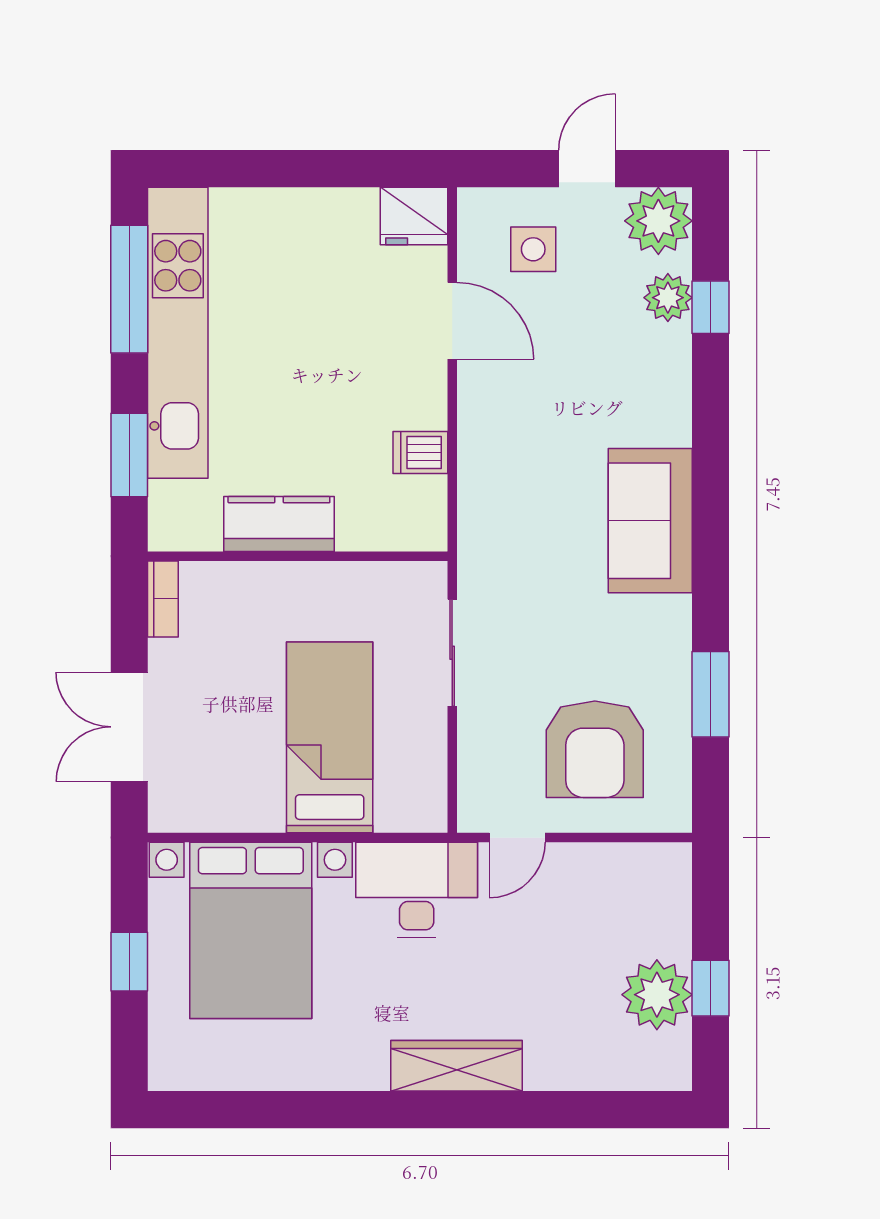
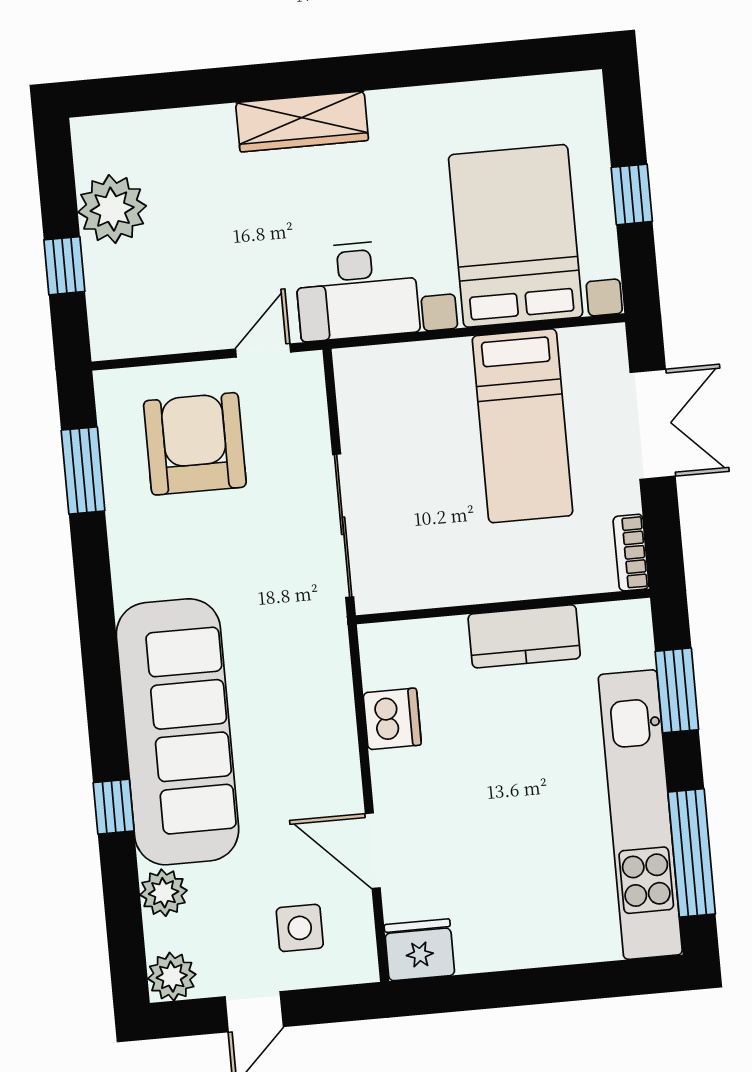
plant: (658, 221) -> (172, 977), width x0.73, depth x0.73
window: (710, 307) -> (114, 807), moved
dishwasher: (420, 452) -> (392, 719), width x1.38
sofa: (650, 521) -> (177, 732), width x1.85, depth x1.27
sliding door: (452, 653) -> (343, 526), width x1.37
window: (710, 694) -> (83, 470), moved
bed: (330, 737) -> (522, 426), moved
window: (710, 988) -> (64, 266), moved

